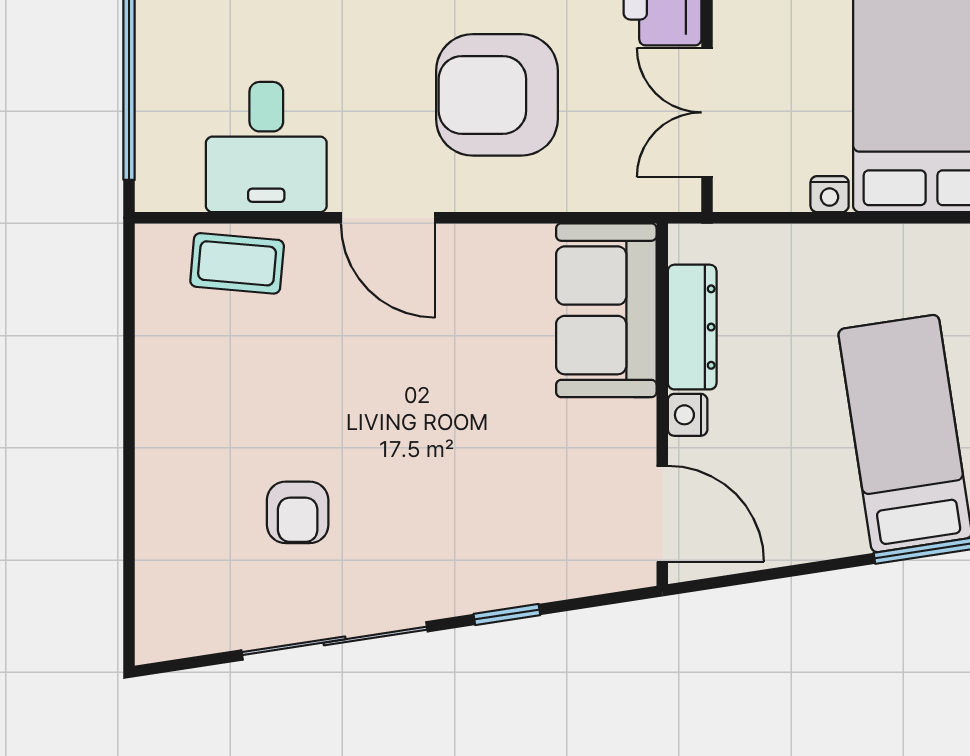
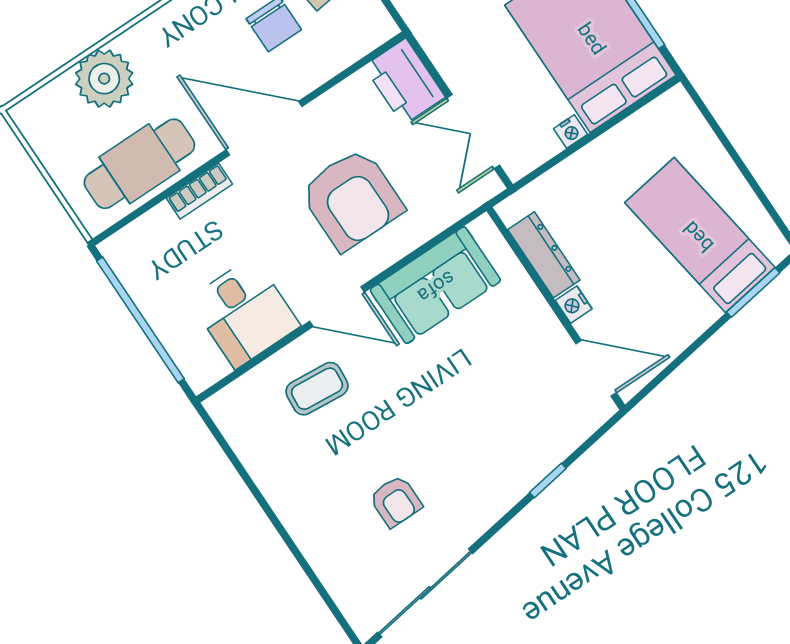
armchair: (497, 95) -> (352, 199), turned -90
coffee table: (237, 263) -> (317, 389), moved
sofa: (606, 310) -> (435, 285), moved, turned -90
sliding door: (334, 641) -> (425, 593), moved

